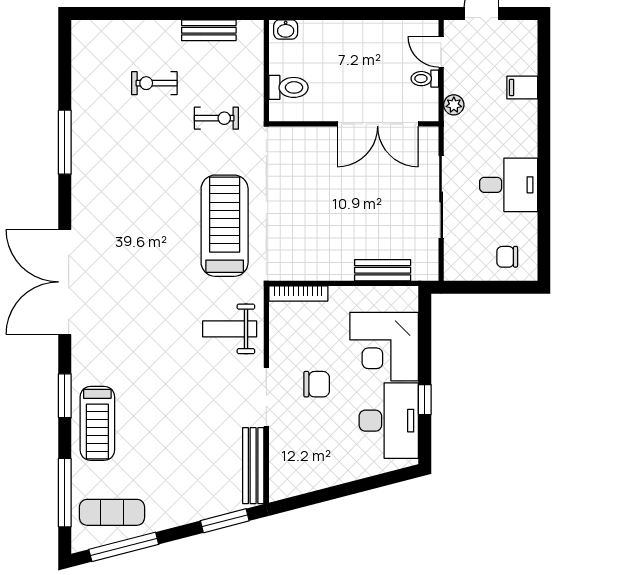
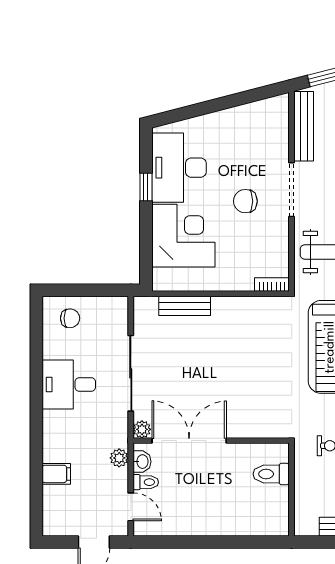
washbasin: (286, 29) -> (142, 462), moved, turned 90
plant: (429, 136) -> (142, 429), added
bookcase: (298, 294) -> (272, 284), width x0.64

